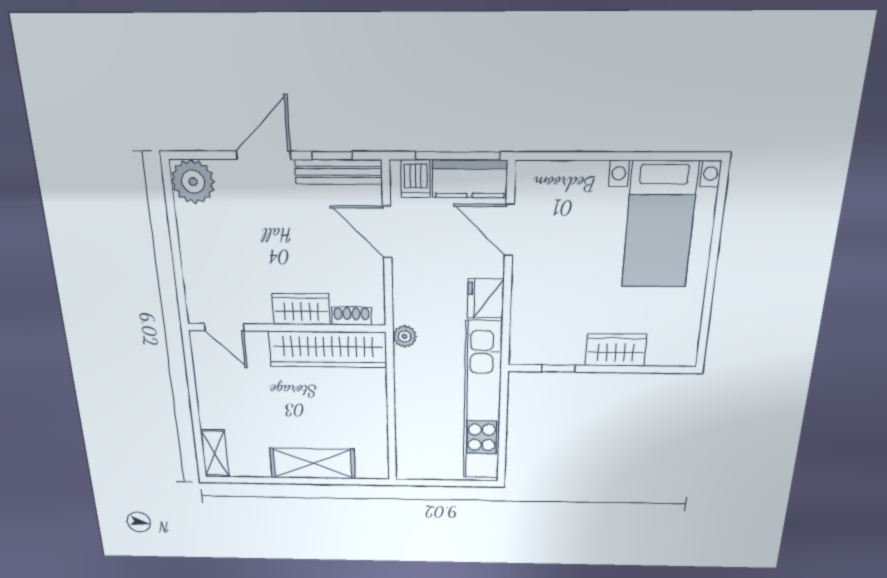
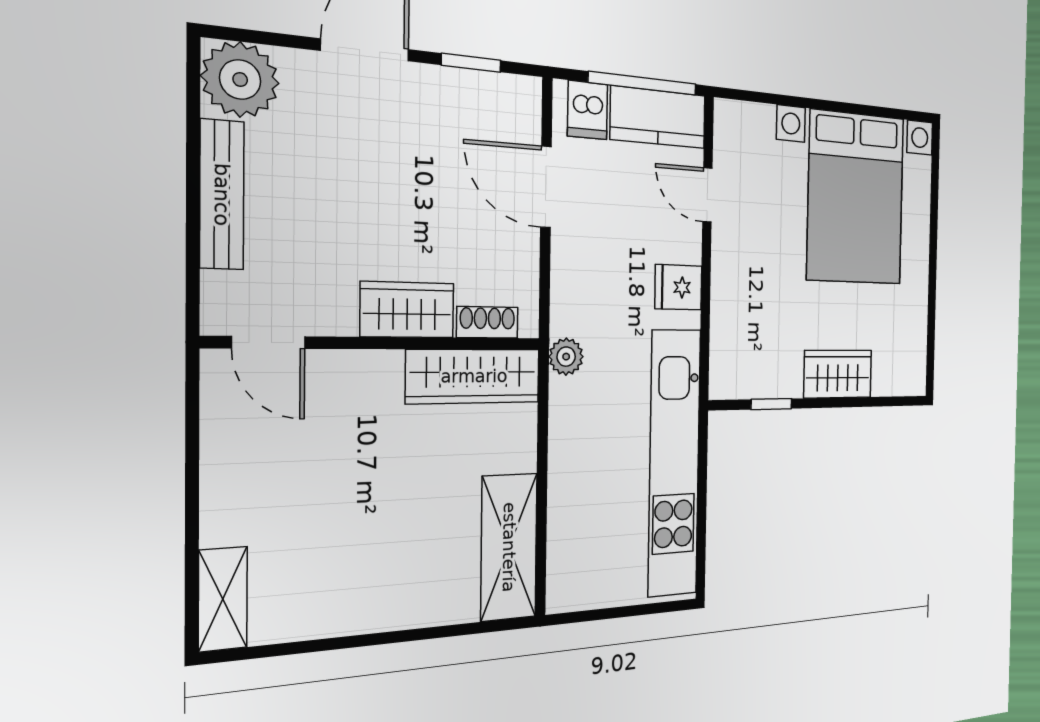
bench: (339, 172) -> (222, 195), moved, turned 90
bed with nightstands: (659, 225) -> (856, 198), width x1.36
door: (509, 230) -> (707, 195), width x0.73
fridge: (486, 298) -> (678, 287), width x0.72
wardrobe: (328, 349) -> (474, 376), width x0.71, depth x0.85
shelving: (313, 463) -> (509, 547), moved, turned 90

